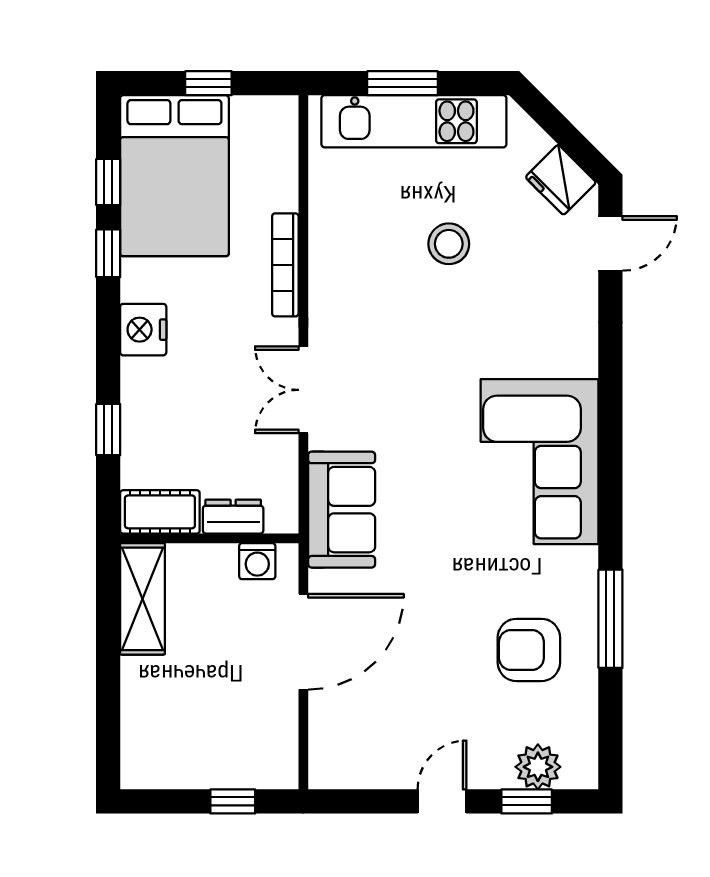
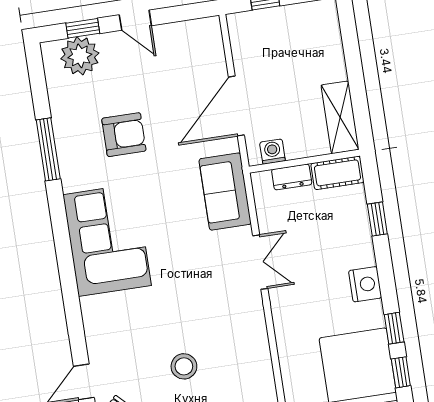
bookcase: (285, 265) -> (283, 338), removed
armchair: (529, 650) -> (124, 135), moved
plant: (538, 767) -> (80, 56), width x1.36, depth x1.36
door: (442, 801) -> (135, 20), hinge flipped

